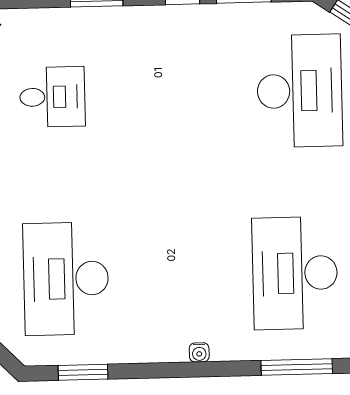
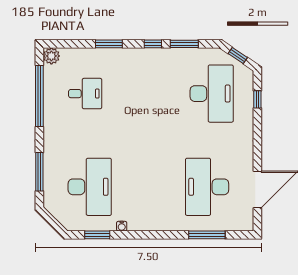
desk: (66, 279) -> (90, 187), turned 180
water cooler: (199, 352) -> (122, 226), moved

